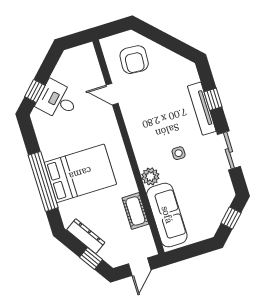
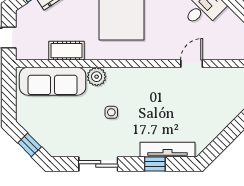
armchair: (134, 60) -> (220, 97), removed
tv unit: (202, 109) -> (167, 150), moved

